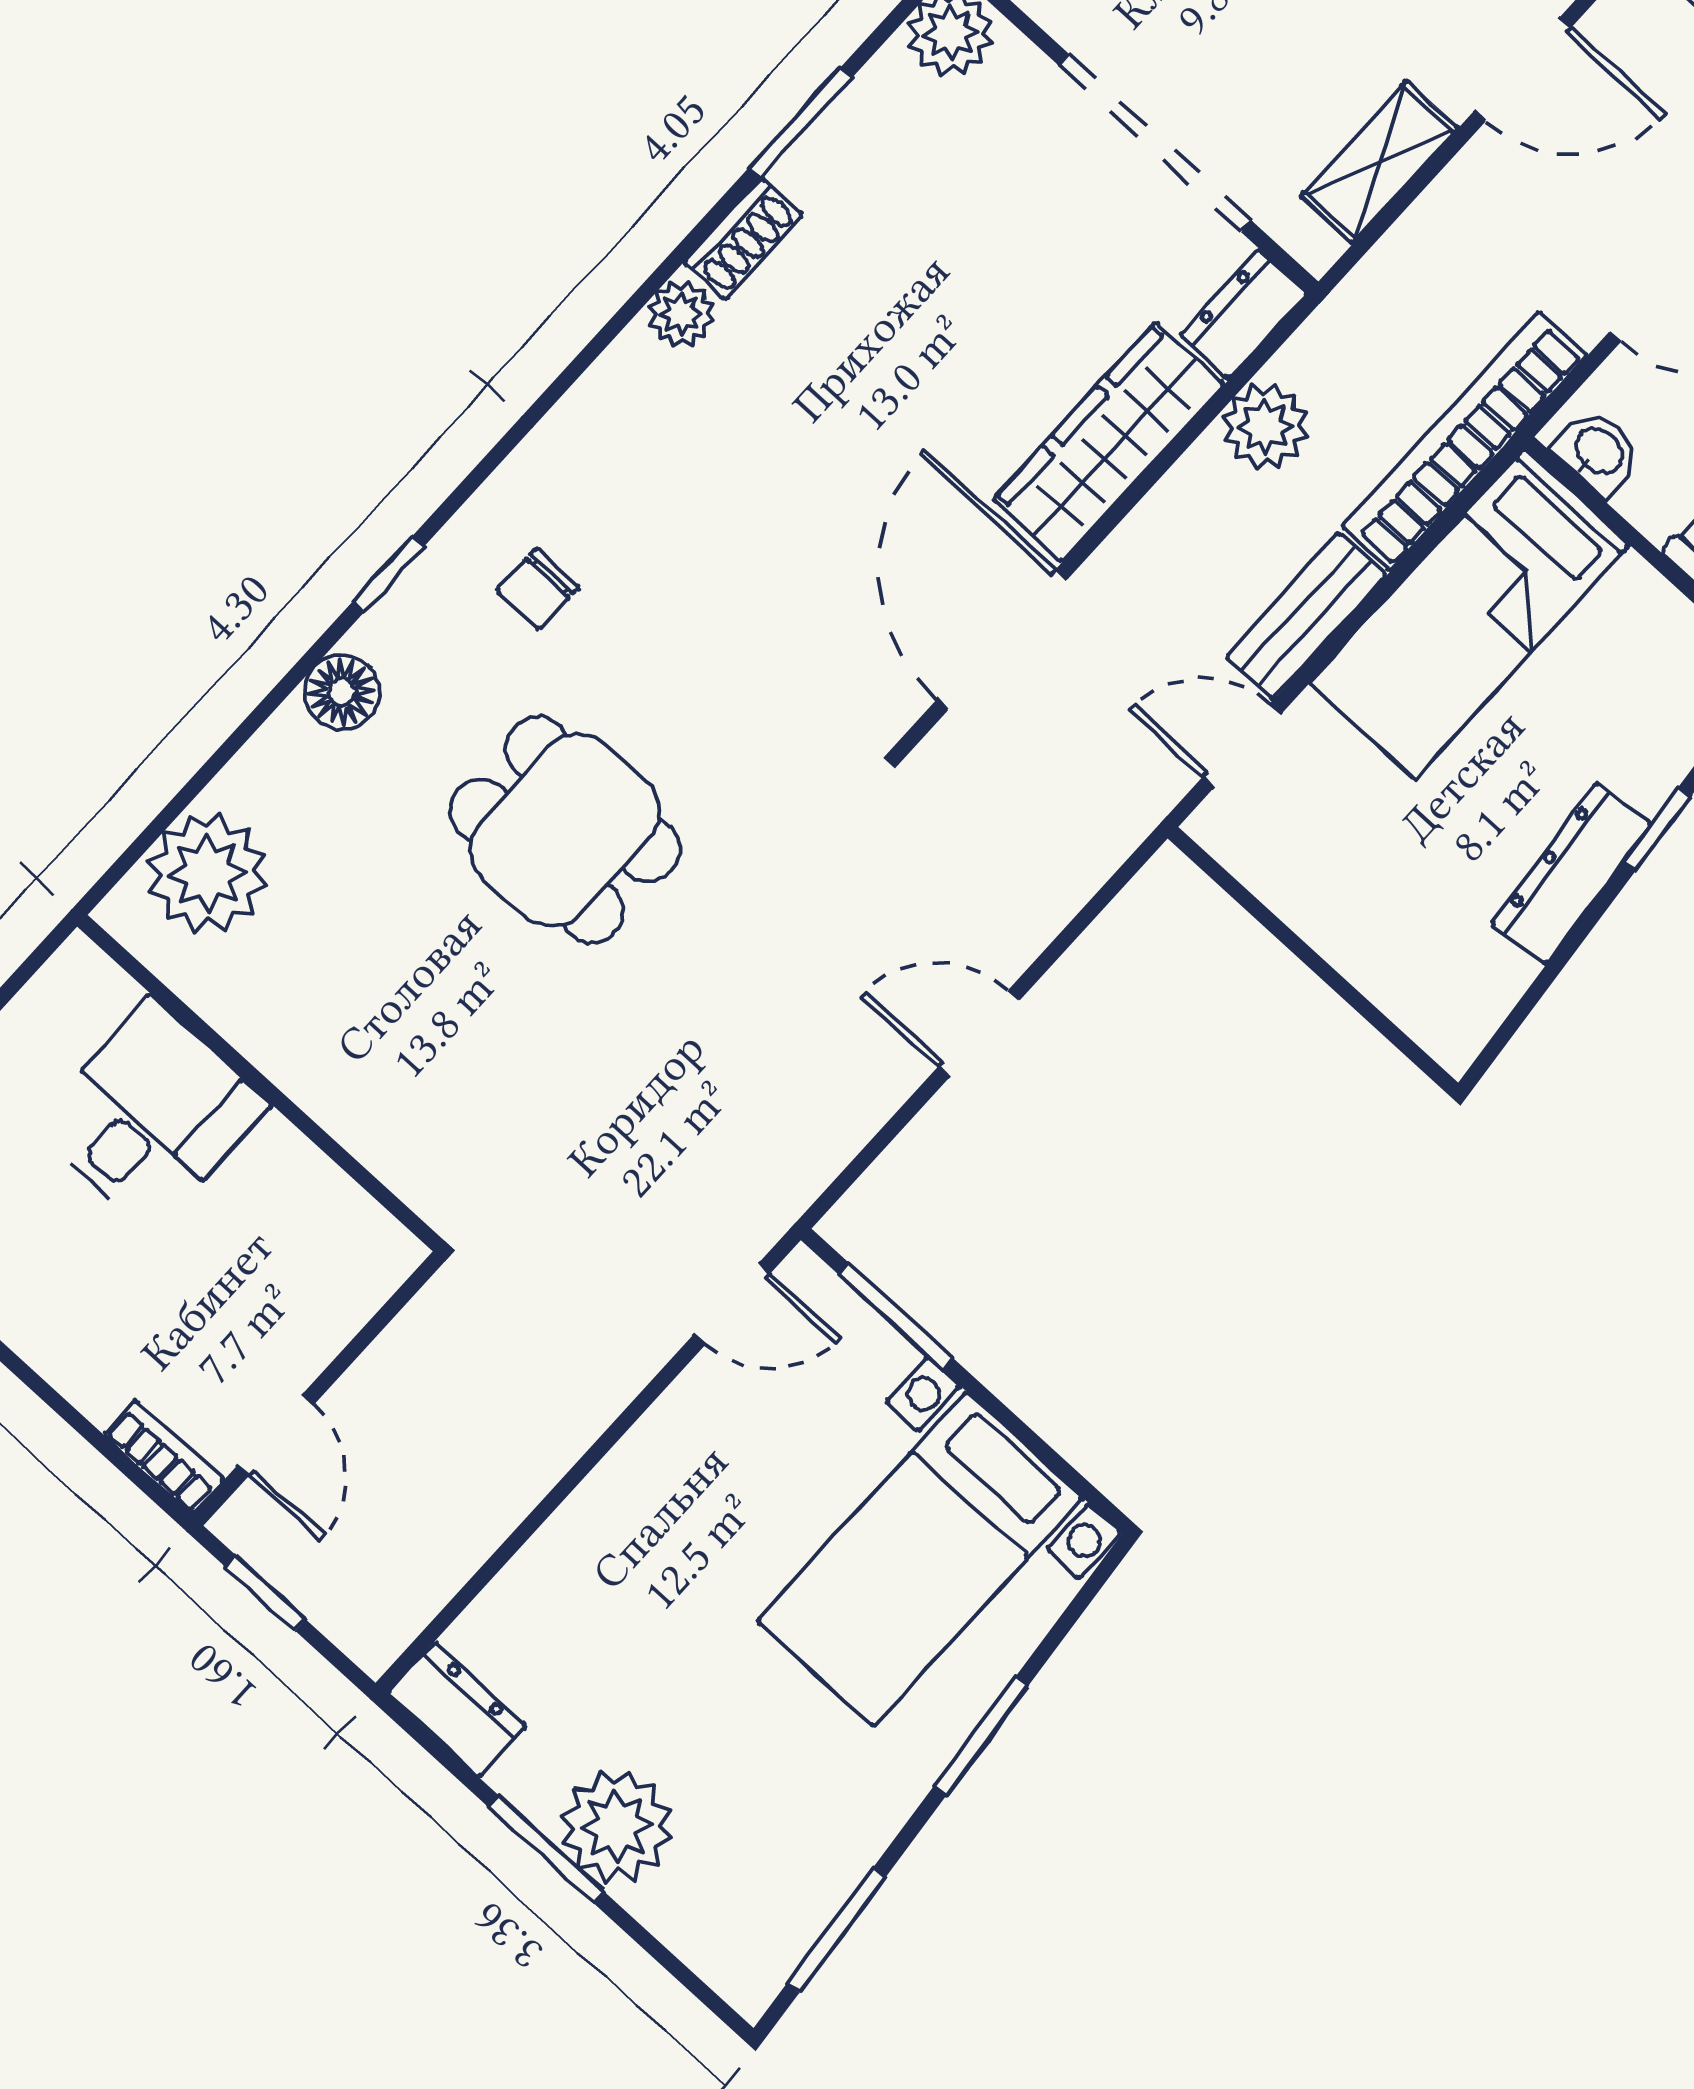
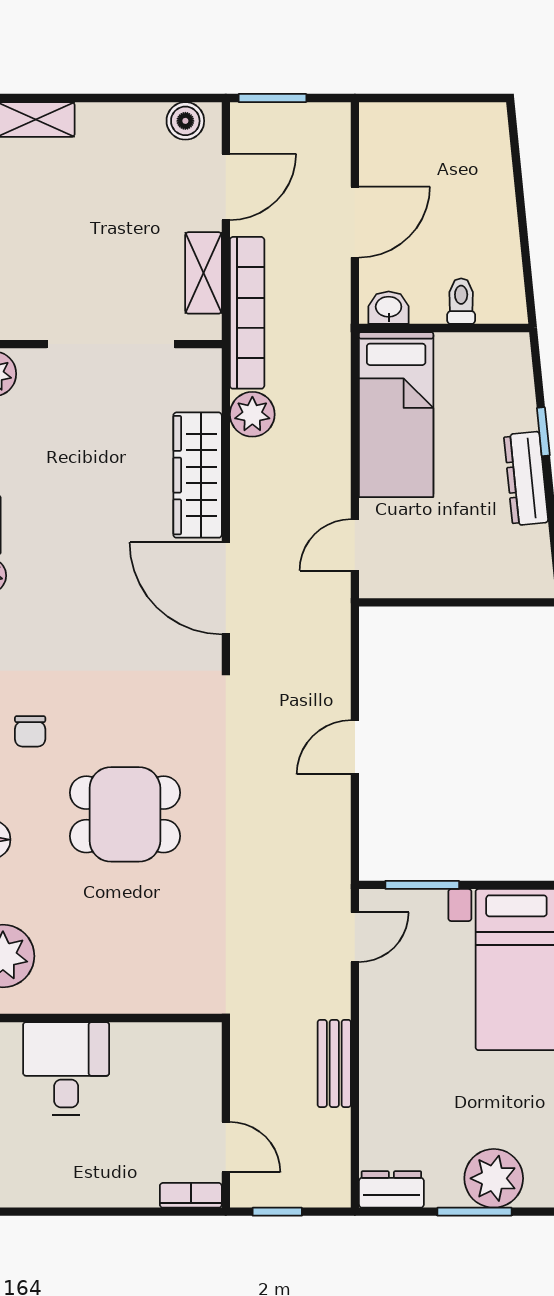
dresser: (1244, 314) -> (205, 379), removed
bookcase: (1464, 441) -> (247, 313), moved, turned 180
bench: (1306, 616) -> (334, 1063), moved

